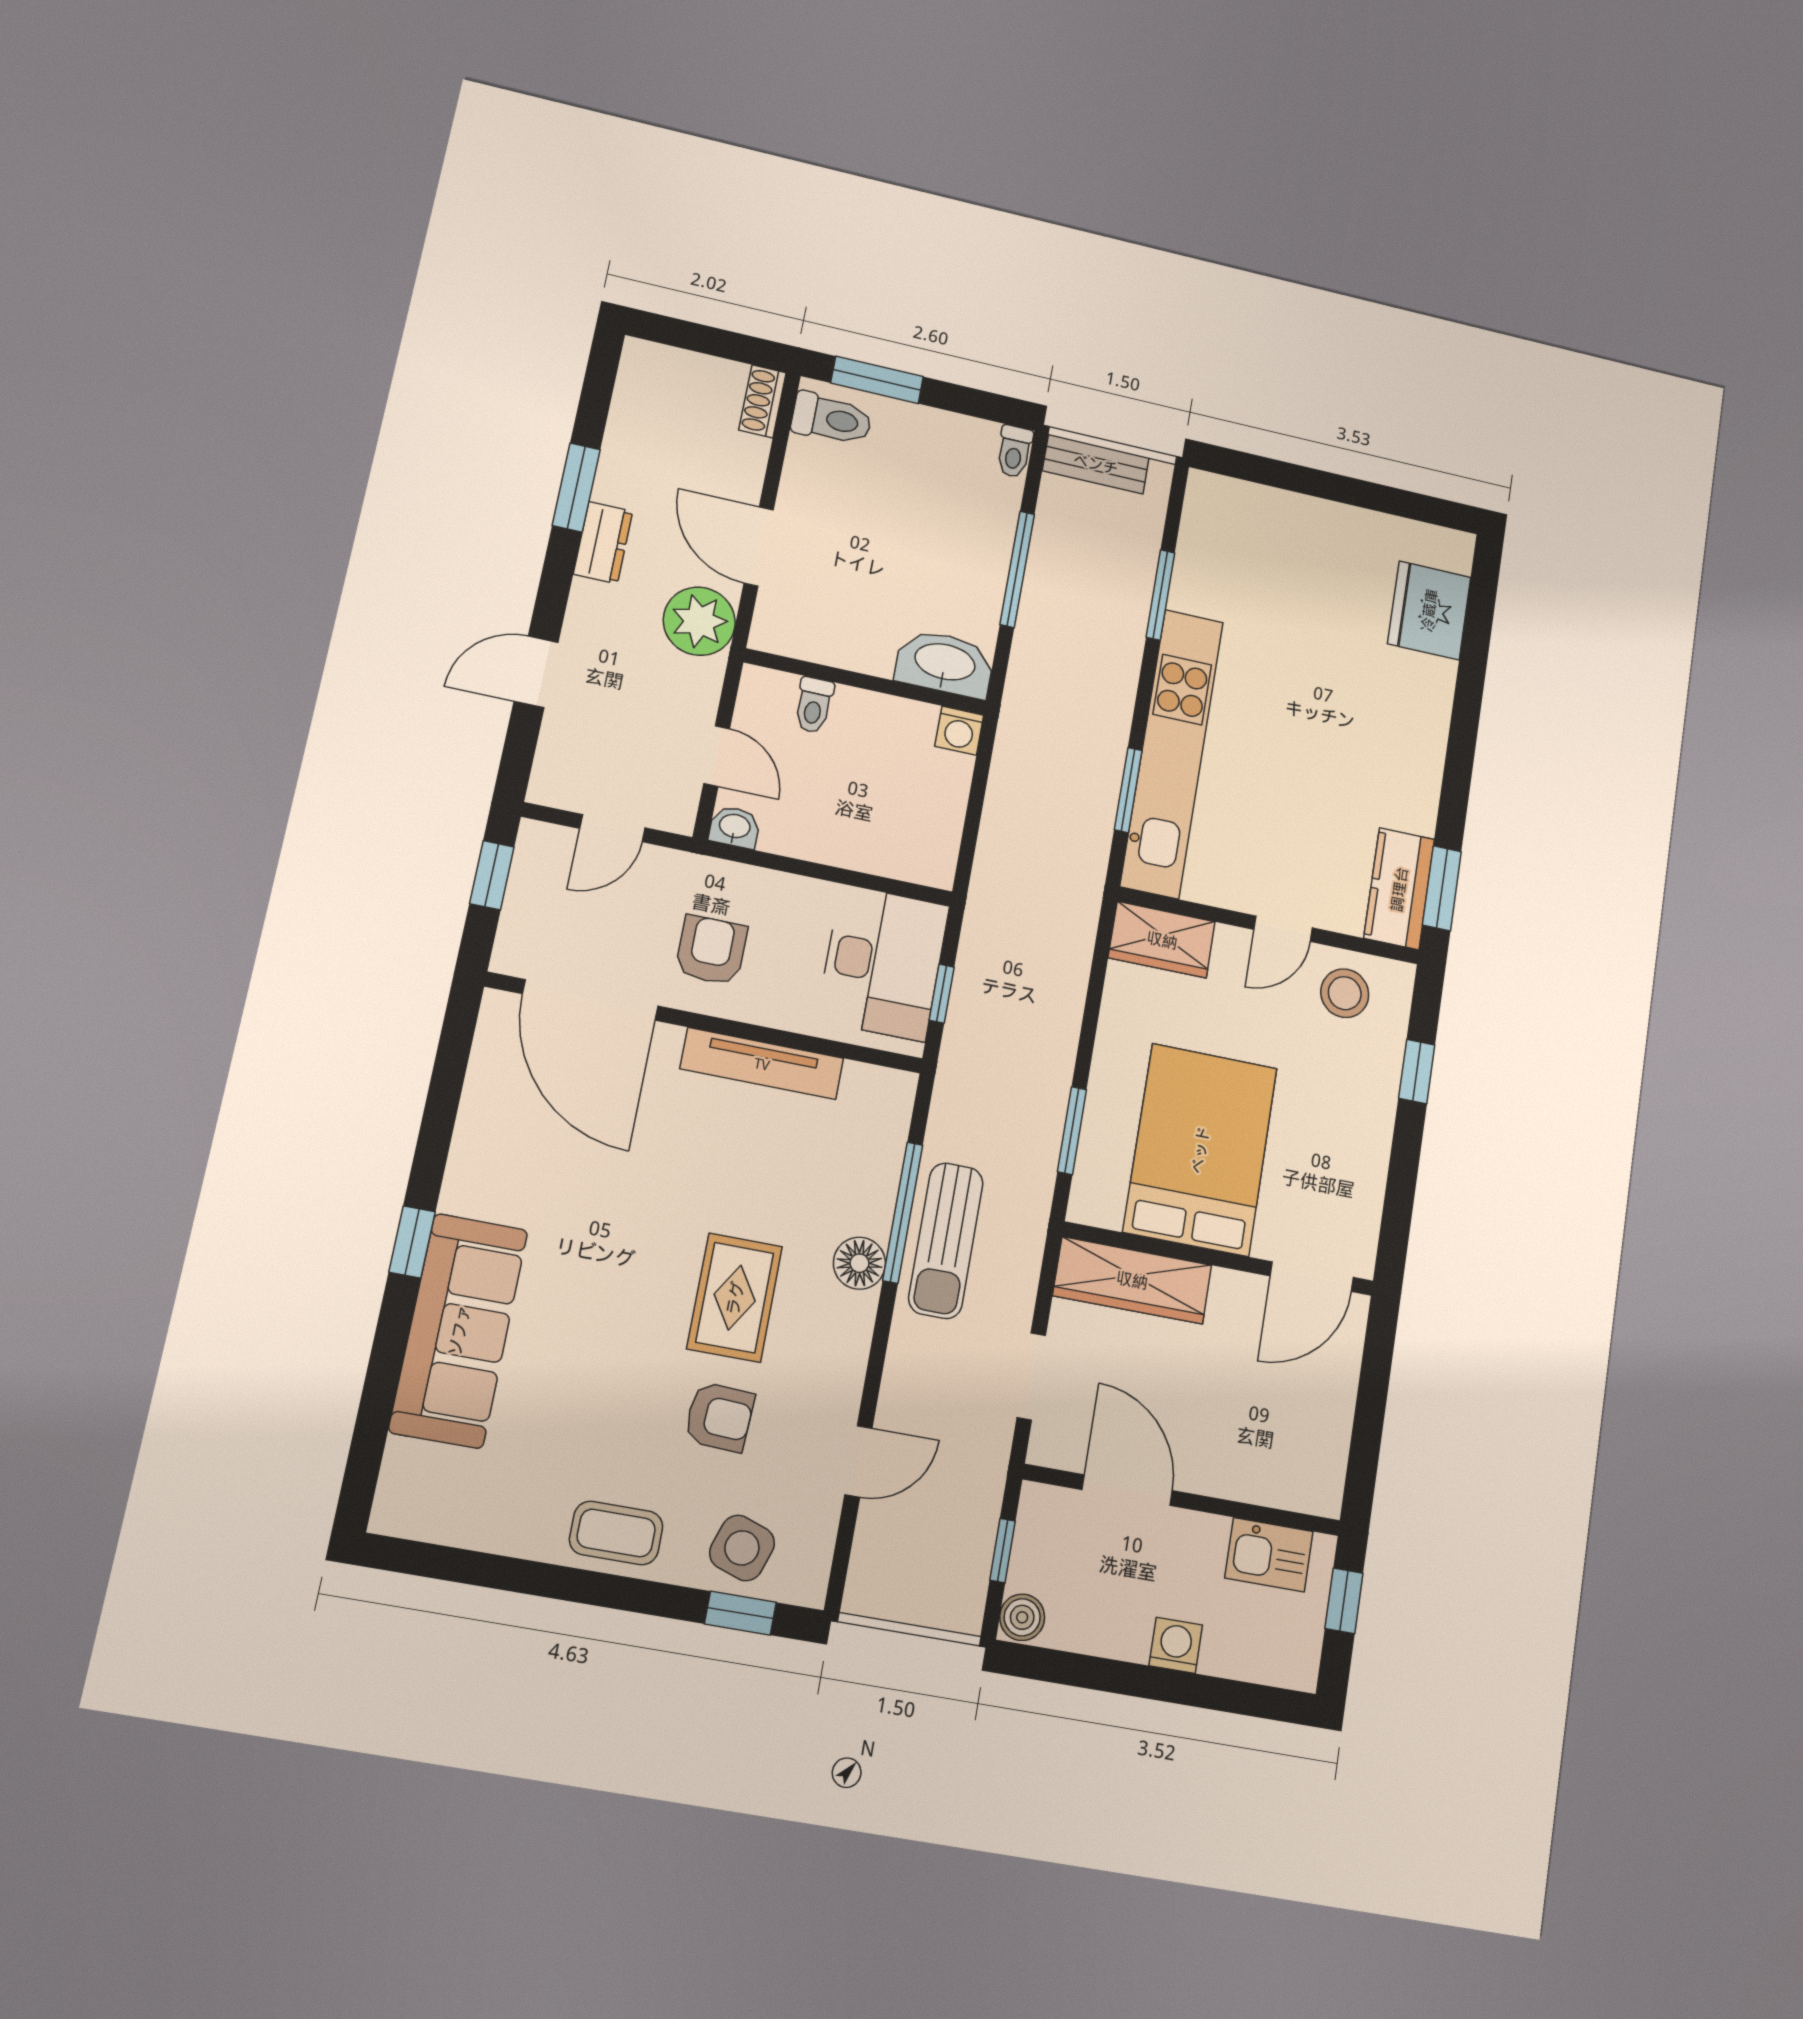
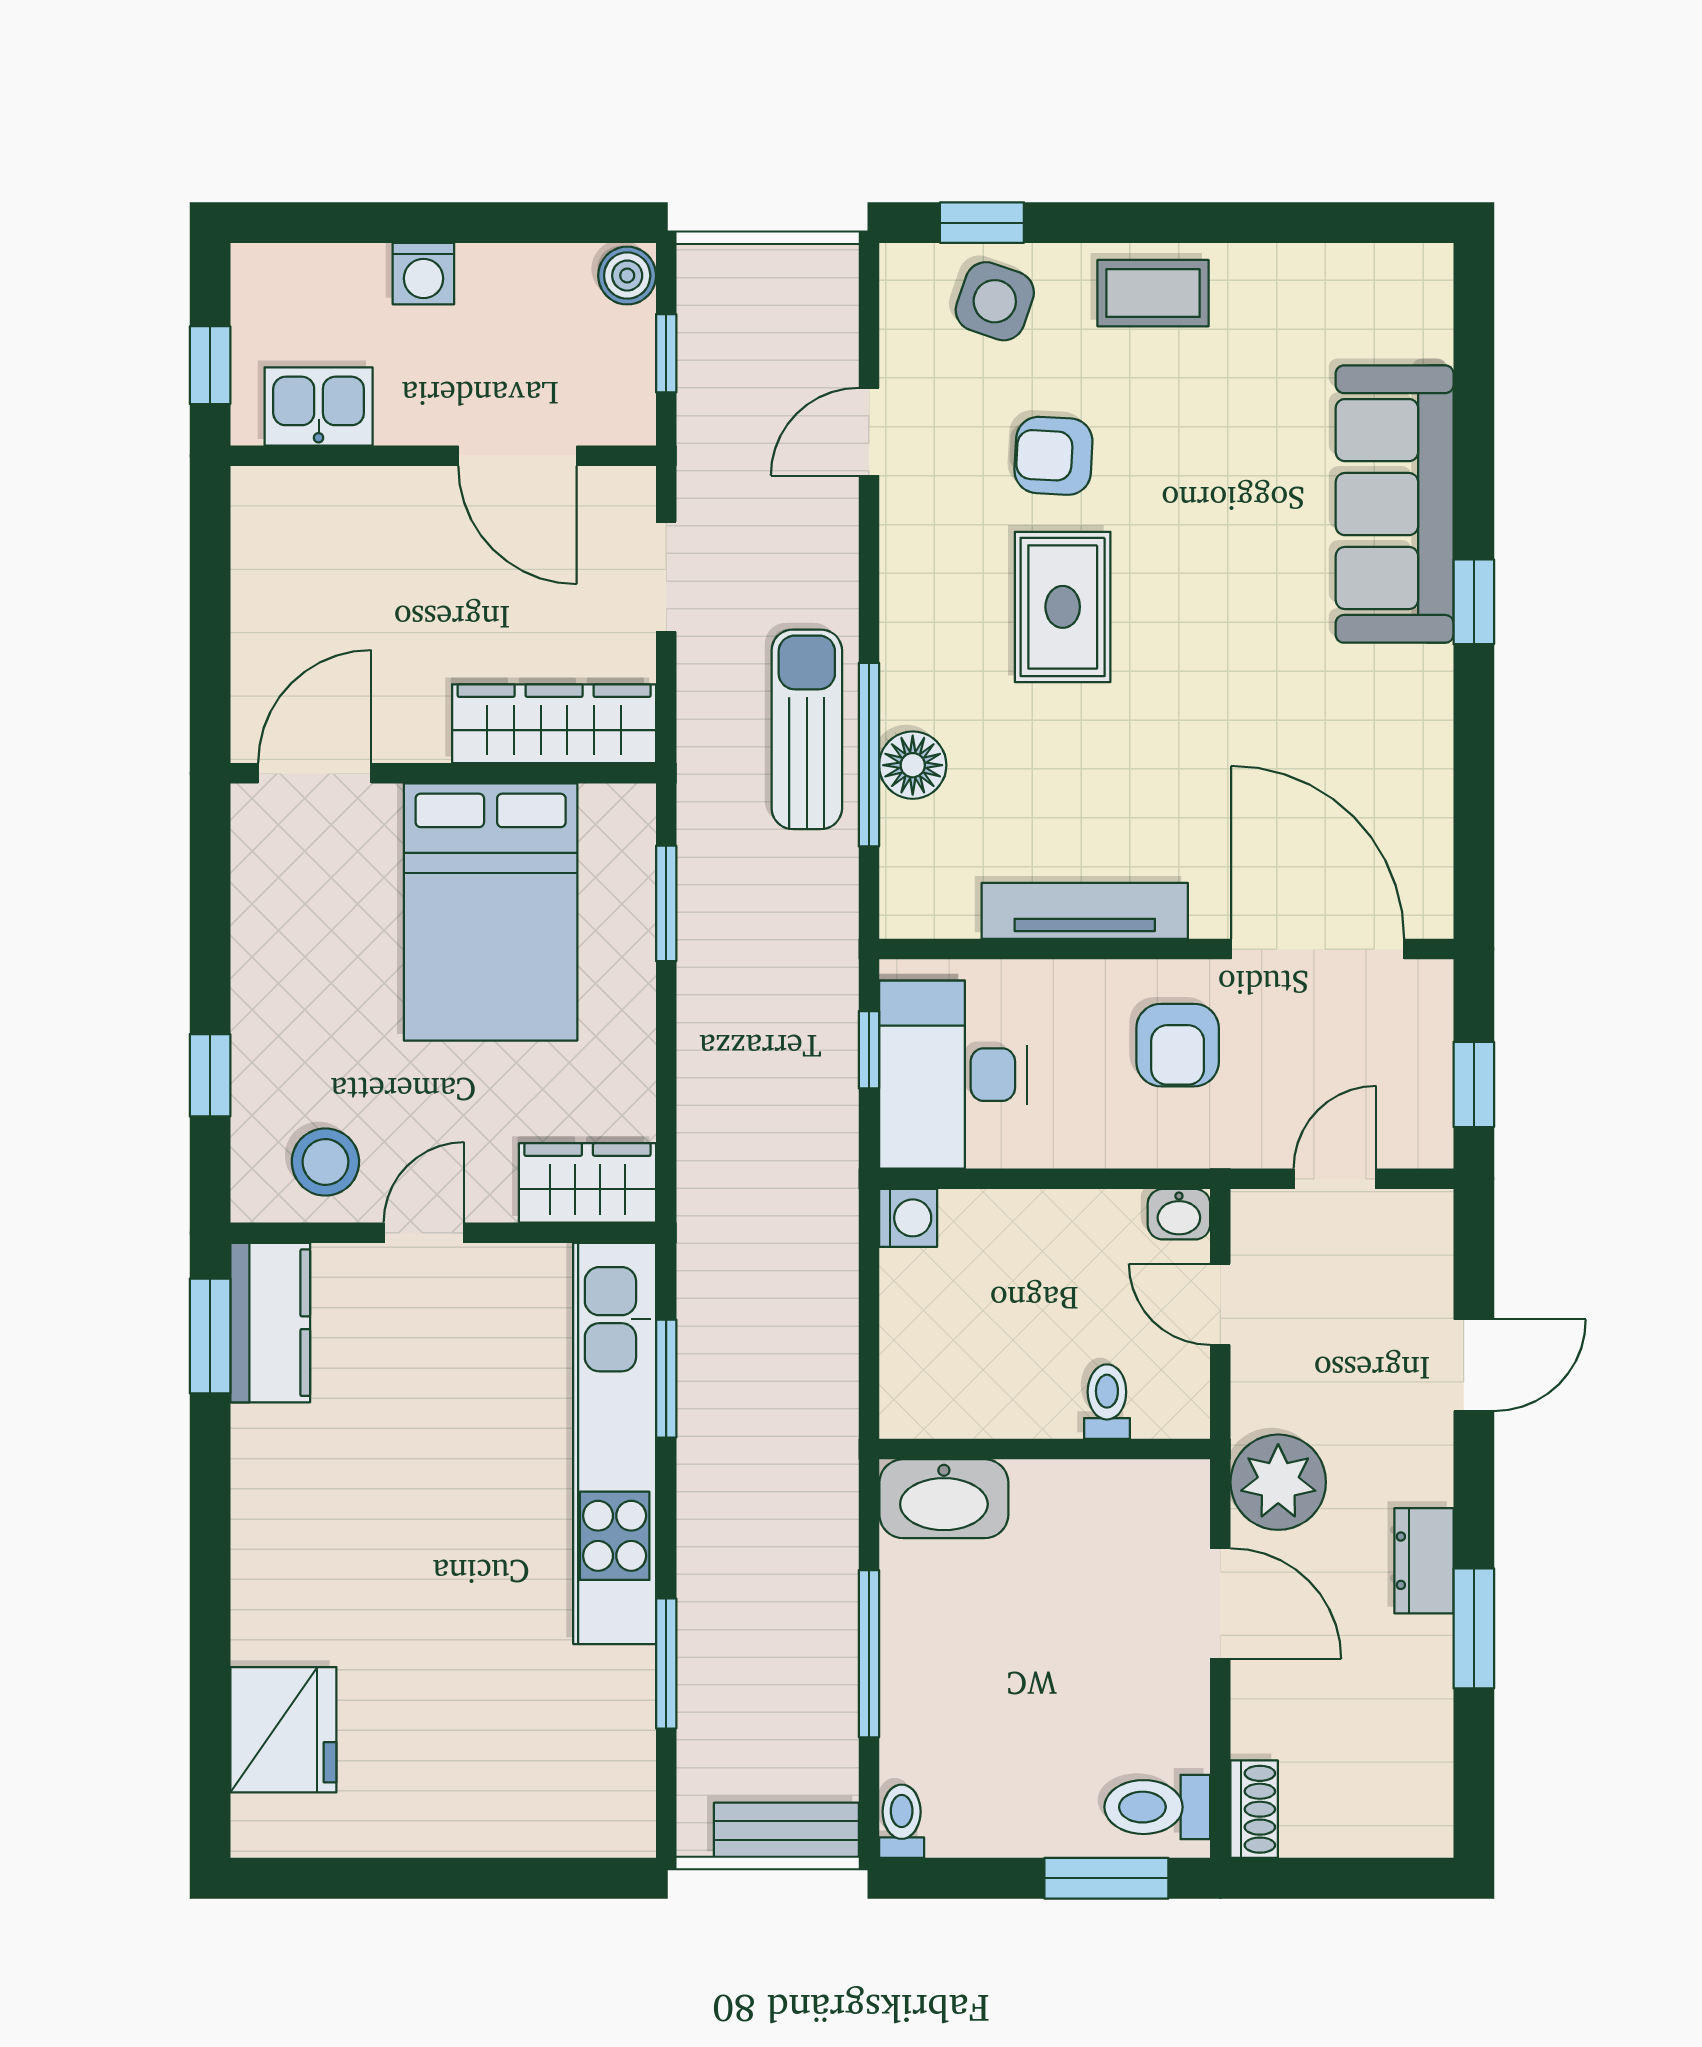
washing machine: (959, 731) -> (908, 1218), moved, turned 90
floor lamp: (859, 1263) -> (913, 765), moved

